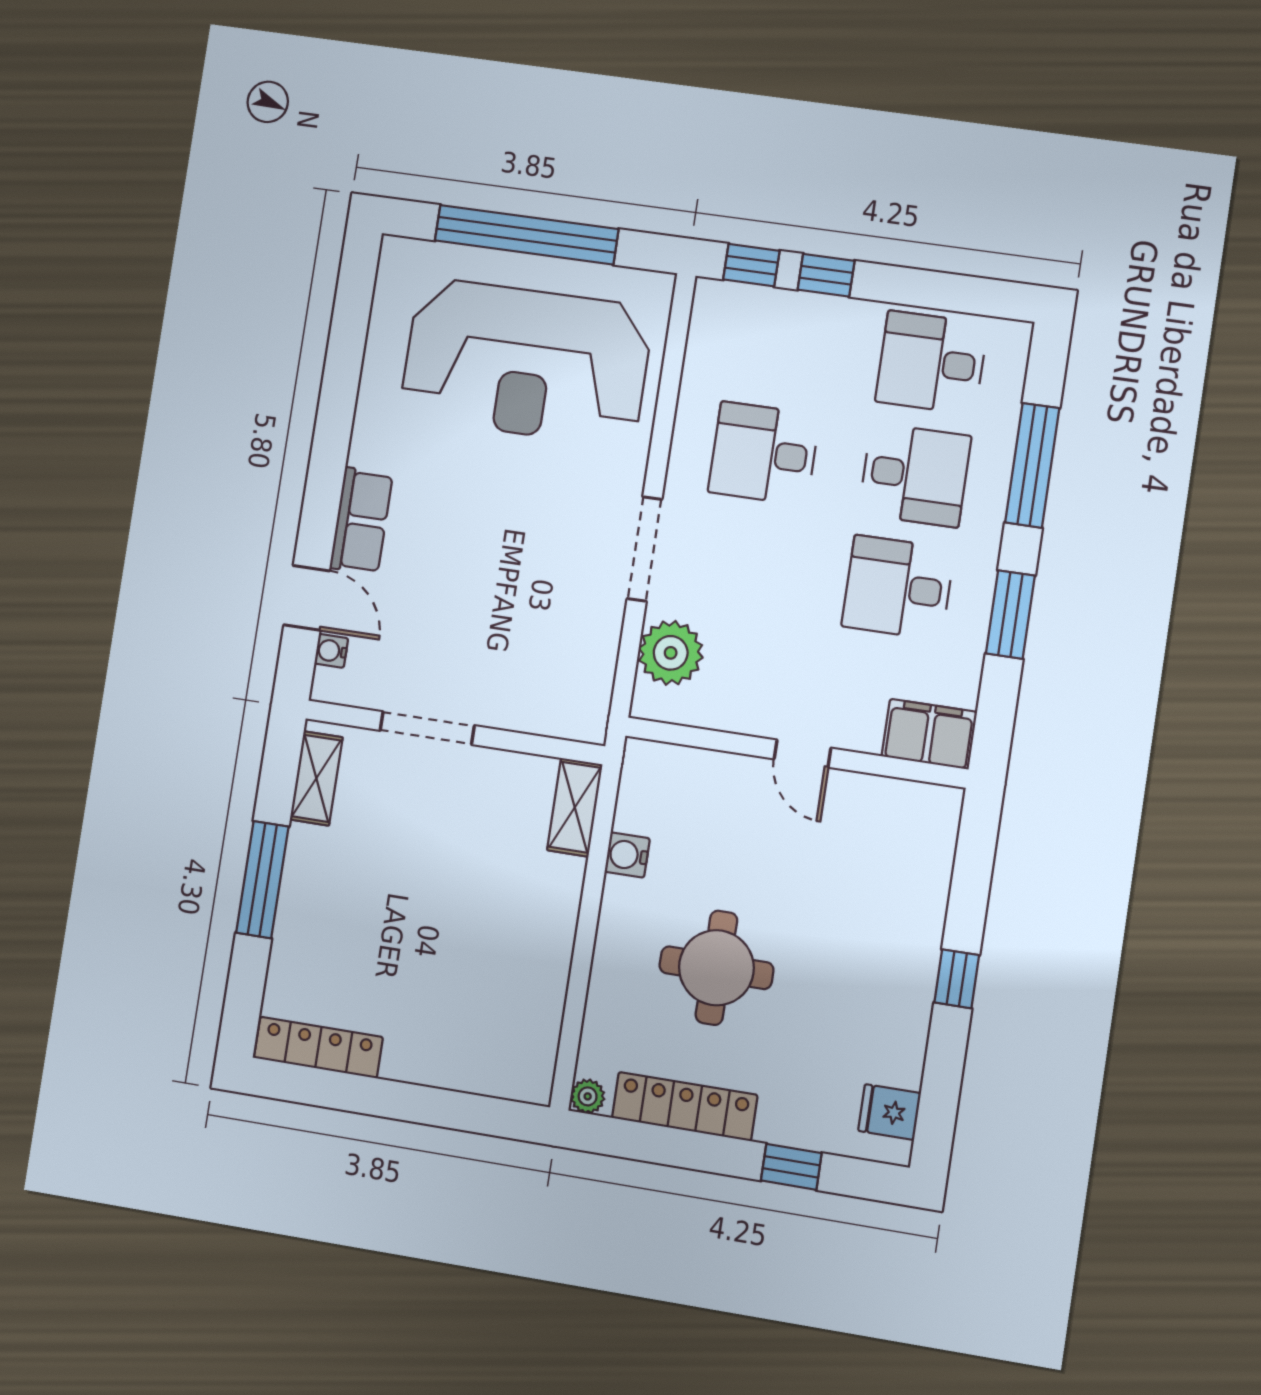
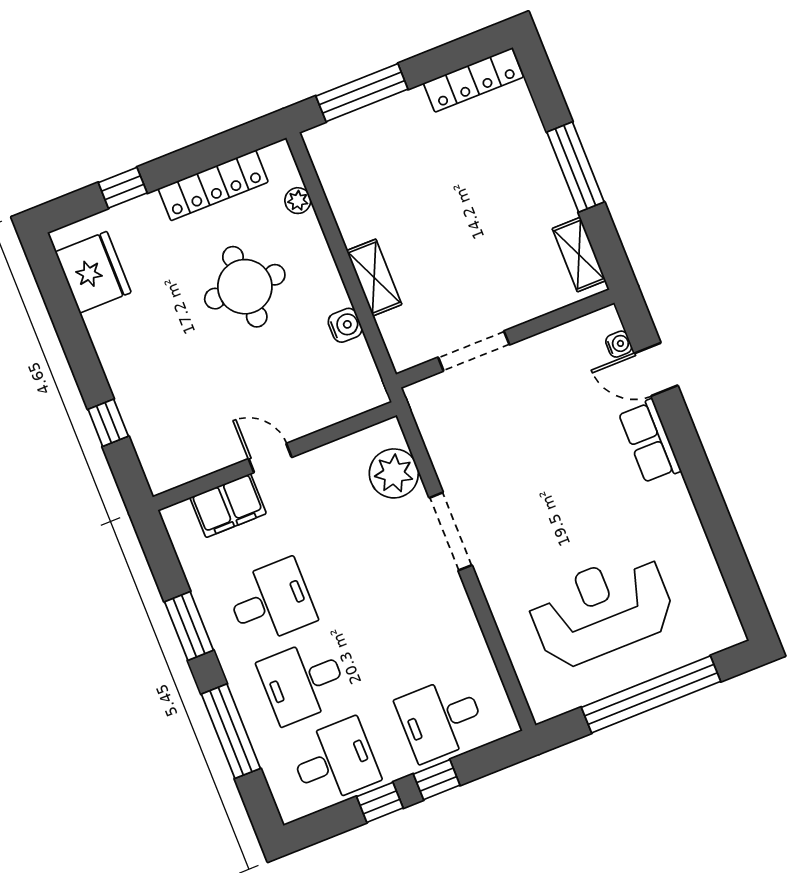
window: (751, 265) -> (380, 802), moved
reception desk: (526, 362) -> (601, 610), width x0.74, depth x0.77
desk: (764, 453) -> (441, 719), moved, turned 180
doorway: (427, 728) -> (474, 351), moved
filing cabinet: (929, 734) -> (228, 506), moved
shelving: (575, 807) -> (374, 278), moved
window: (957, 979) -> (108, 423), moved
plant: (588, 1096) -> (298, 201), moved
window: (452, 1110) -> (362, 93), added
fridge: (889, 1112) -> (93, 272), width x1.88, depth x1.34

